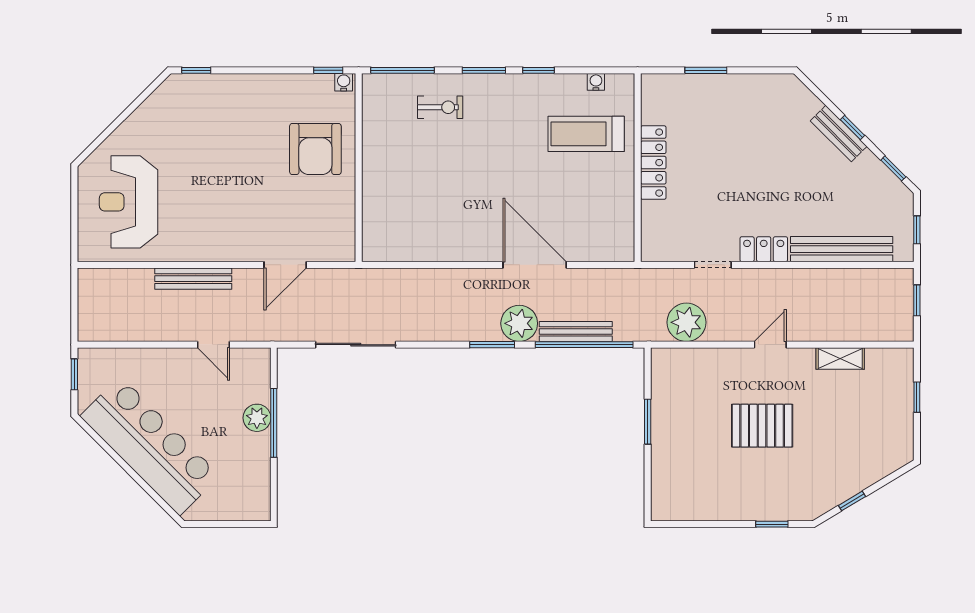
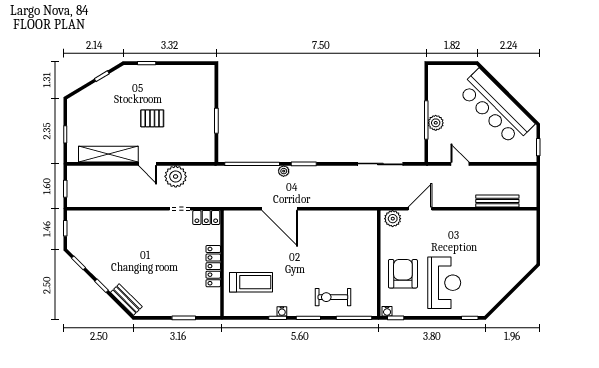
water cooler: (596, 82) -> (282, 311), moved
exercise bike: (440, 107) -> (333, 297), width x1.38, depth x1.39
bench: (839, 134) -> (126, 300), moved
reception desk: (129, 202) -> (444, 283), moved
plant: (334, 247) -> (393, 219), added
locker: (764, 249) -> (206, 217), moved
bench: (842, 249) -> (107, 217), removed
bench: (193, 279) -> (497, 201), moved
plant: (686, 322) -> (176, 176), moved
plant: (519, 323) -> (284, 171), width x0.53, depth x0.53
bench: (576, 331) -> (257, 171), removed
door: (770, 345) -> (148, 164), hinge flipped
shelving: (840, 358) -> (108, 154), width x2.20, depth x1.33
pallet: (762, 426) -> (152, 118), width x0.67, depth x0.71

